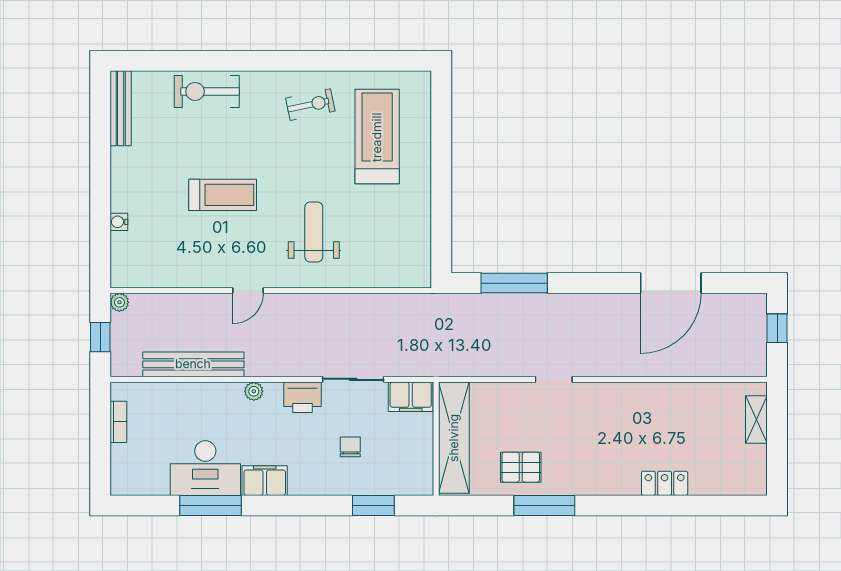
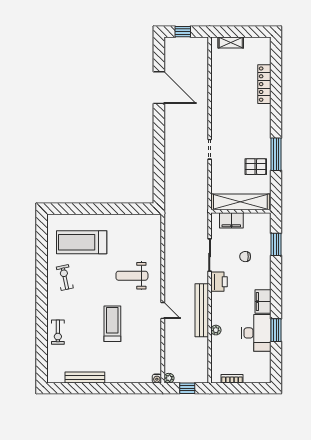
exercise bike: (207, 92) -> (58, 332), width x0.73, depth x0.72
bench: (121, 108) -> (85, 377), moved
water cooler: (119, 222) -> (157, 378), moved
window: (514, 283) -> (159, 170), removed
bench: (193, 364) -> (202, 310), moved
plant: (254, 391) -> (216, 330), moved
filing cabinet: (411, 397) -> (231, 220), moved, turned 90
pallet: (521, 467) -> (256, 167), turned 90
locker: (665, 483) -> (264, 84), width x1.53
window: (210, 505) -> (276, 330), width x0.69

